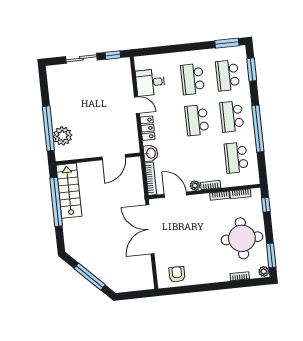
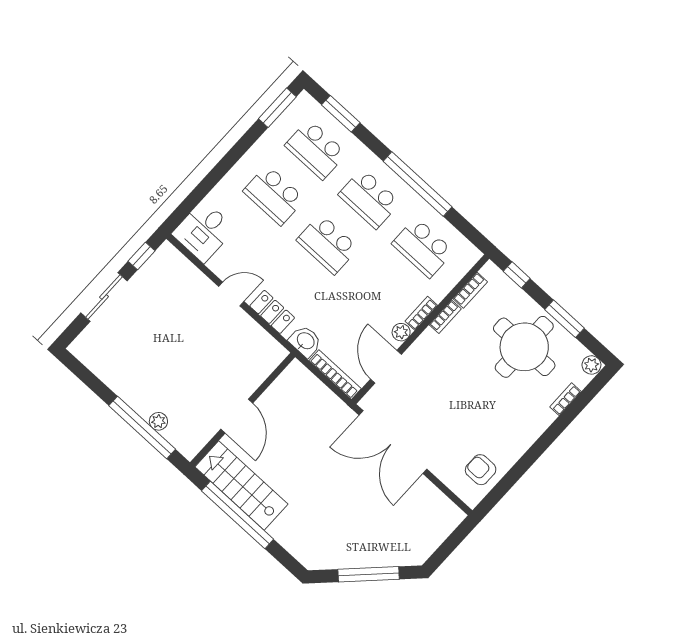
desk: (150, 82) -> (204, 231), moved
plant: (63, 136) -> (158, 421), width x0.53, depth x0.53
door: (114, 157) -> (237, 416), moved
door: (175, 195) -> (386, 367), hinge flipped
window: (271, 255) -> (565, 319), moved

